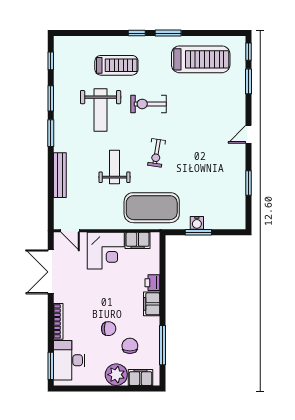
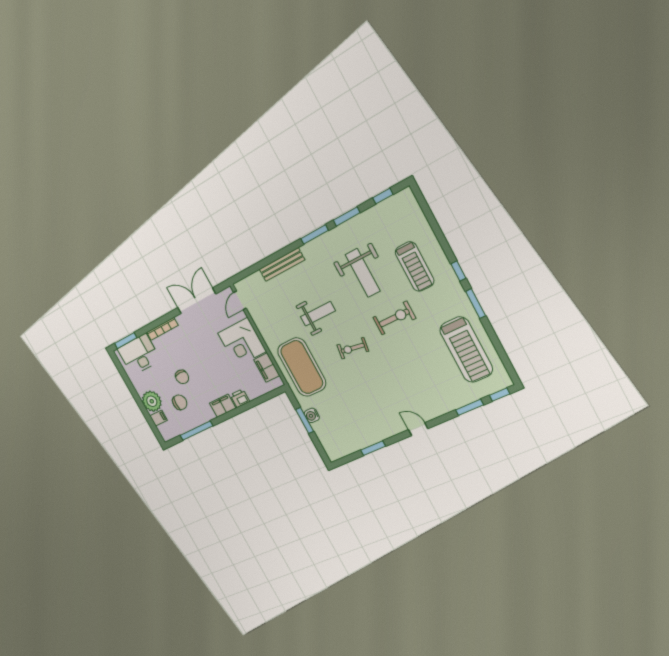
exercise bike: (149, 104) -> (394, 318), turned 90
weight bench: (101, 110) -> (363, 273), turned -90
filing cabinet: (140, 377) -> (159, 418), width x0.50

